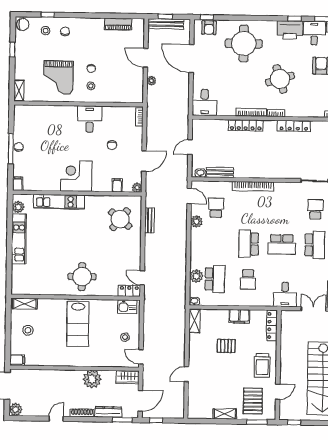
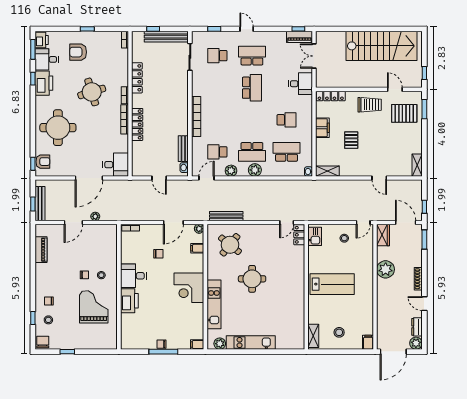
door: (191, 59) -> (89, 178), moved
grand piano: (58, 78) -> (94, 307), turned -90
shelving: (19, 91) -> (107, 345), removed
printer: (64, 114) -> (129, 301), added
door: (144, 161) -> (173, 222), swing flipped
bench: (150, 220) -> (226, 216), width x1.36
school desk: (249, 244) -> (252, 152), moved
plant: (196, 276) -> (255, 170), moved
round table: (82, 277) -> (252, 279), moved
dresser: (108, 412) -> (417, 327), moved, width x0.70
shelving: (225, 414) -> (417, 165), moved

